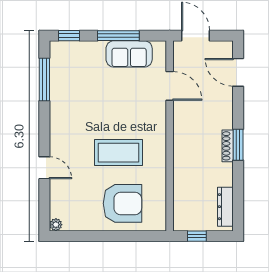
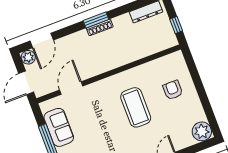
plant: (224, 49) -> (28, 57), added
armchair: (122, 203) -> (173, 90), width x0.53, depth x0.53
plant: (56, 225) -> (202, 131), width x1.88, depth x1.88

